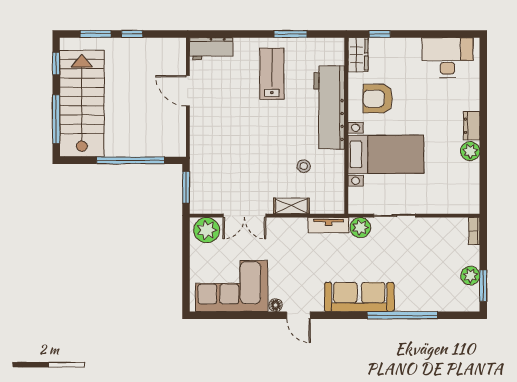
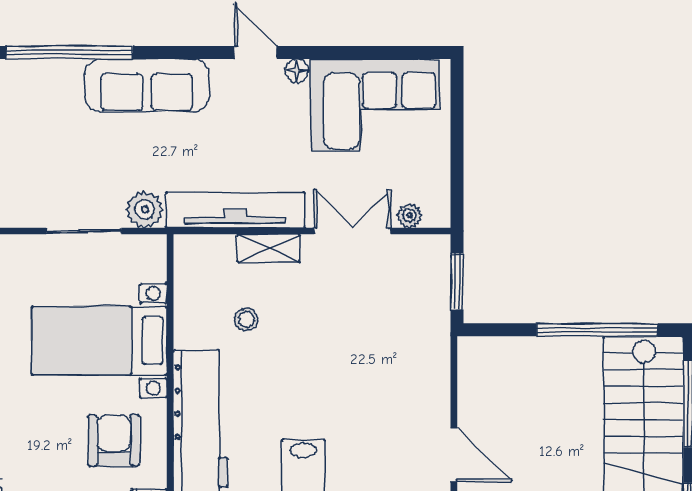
armchair: (378, 99) -> (114, 440), turned -90
window: (130, 160) -> (597, 330), moved
tv unit: (328, 225) -> (235, 210), width x1.92, depth x1.29
plant: (207, 230) -> (409, 216), width x0.53, depth x0.53

